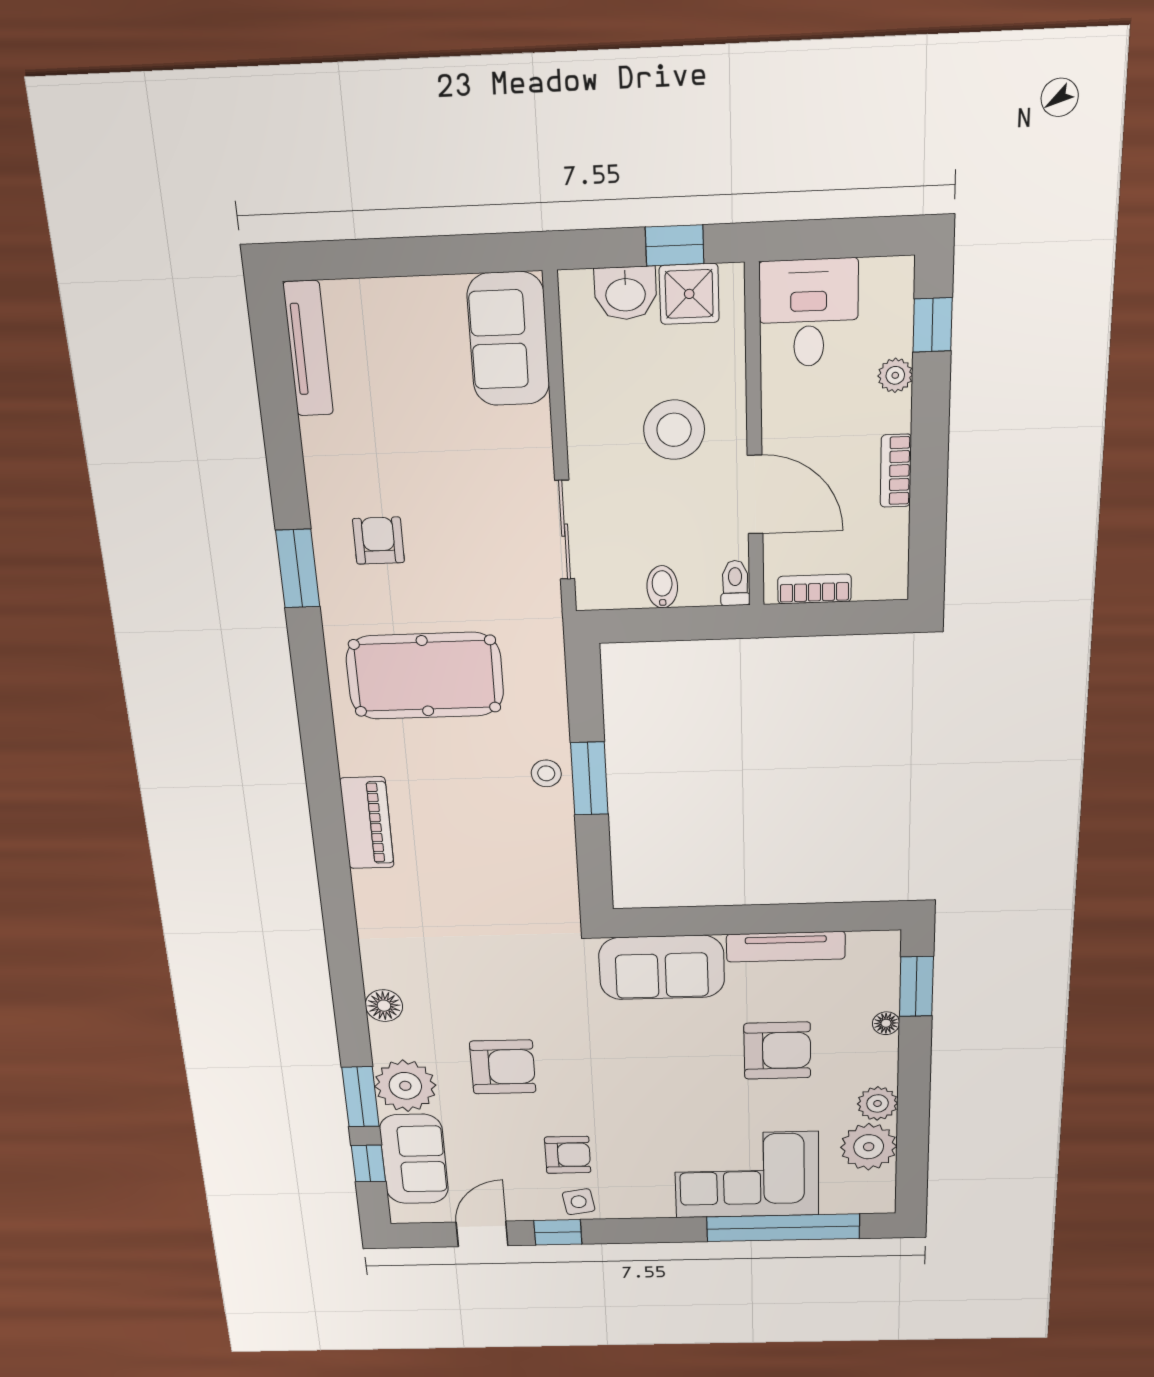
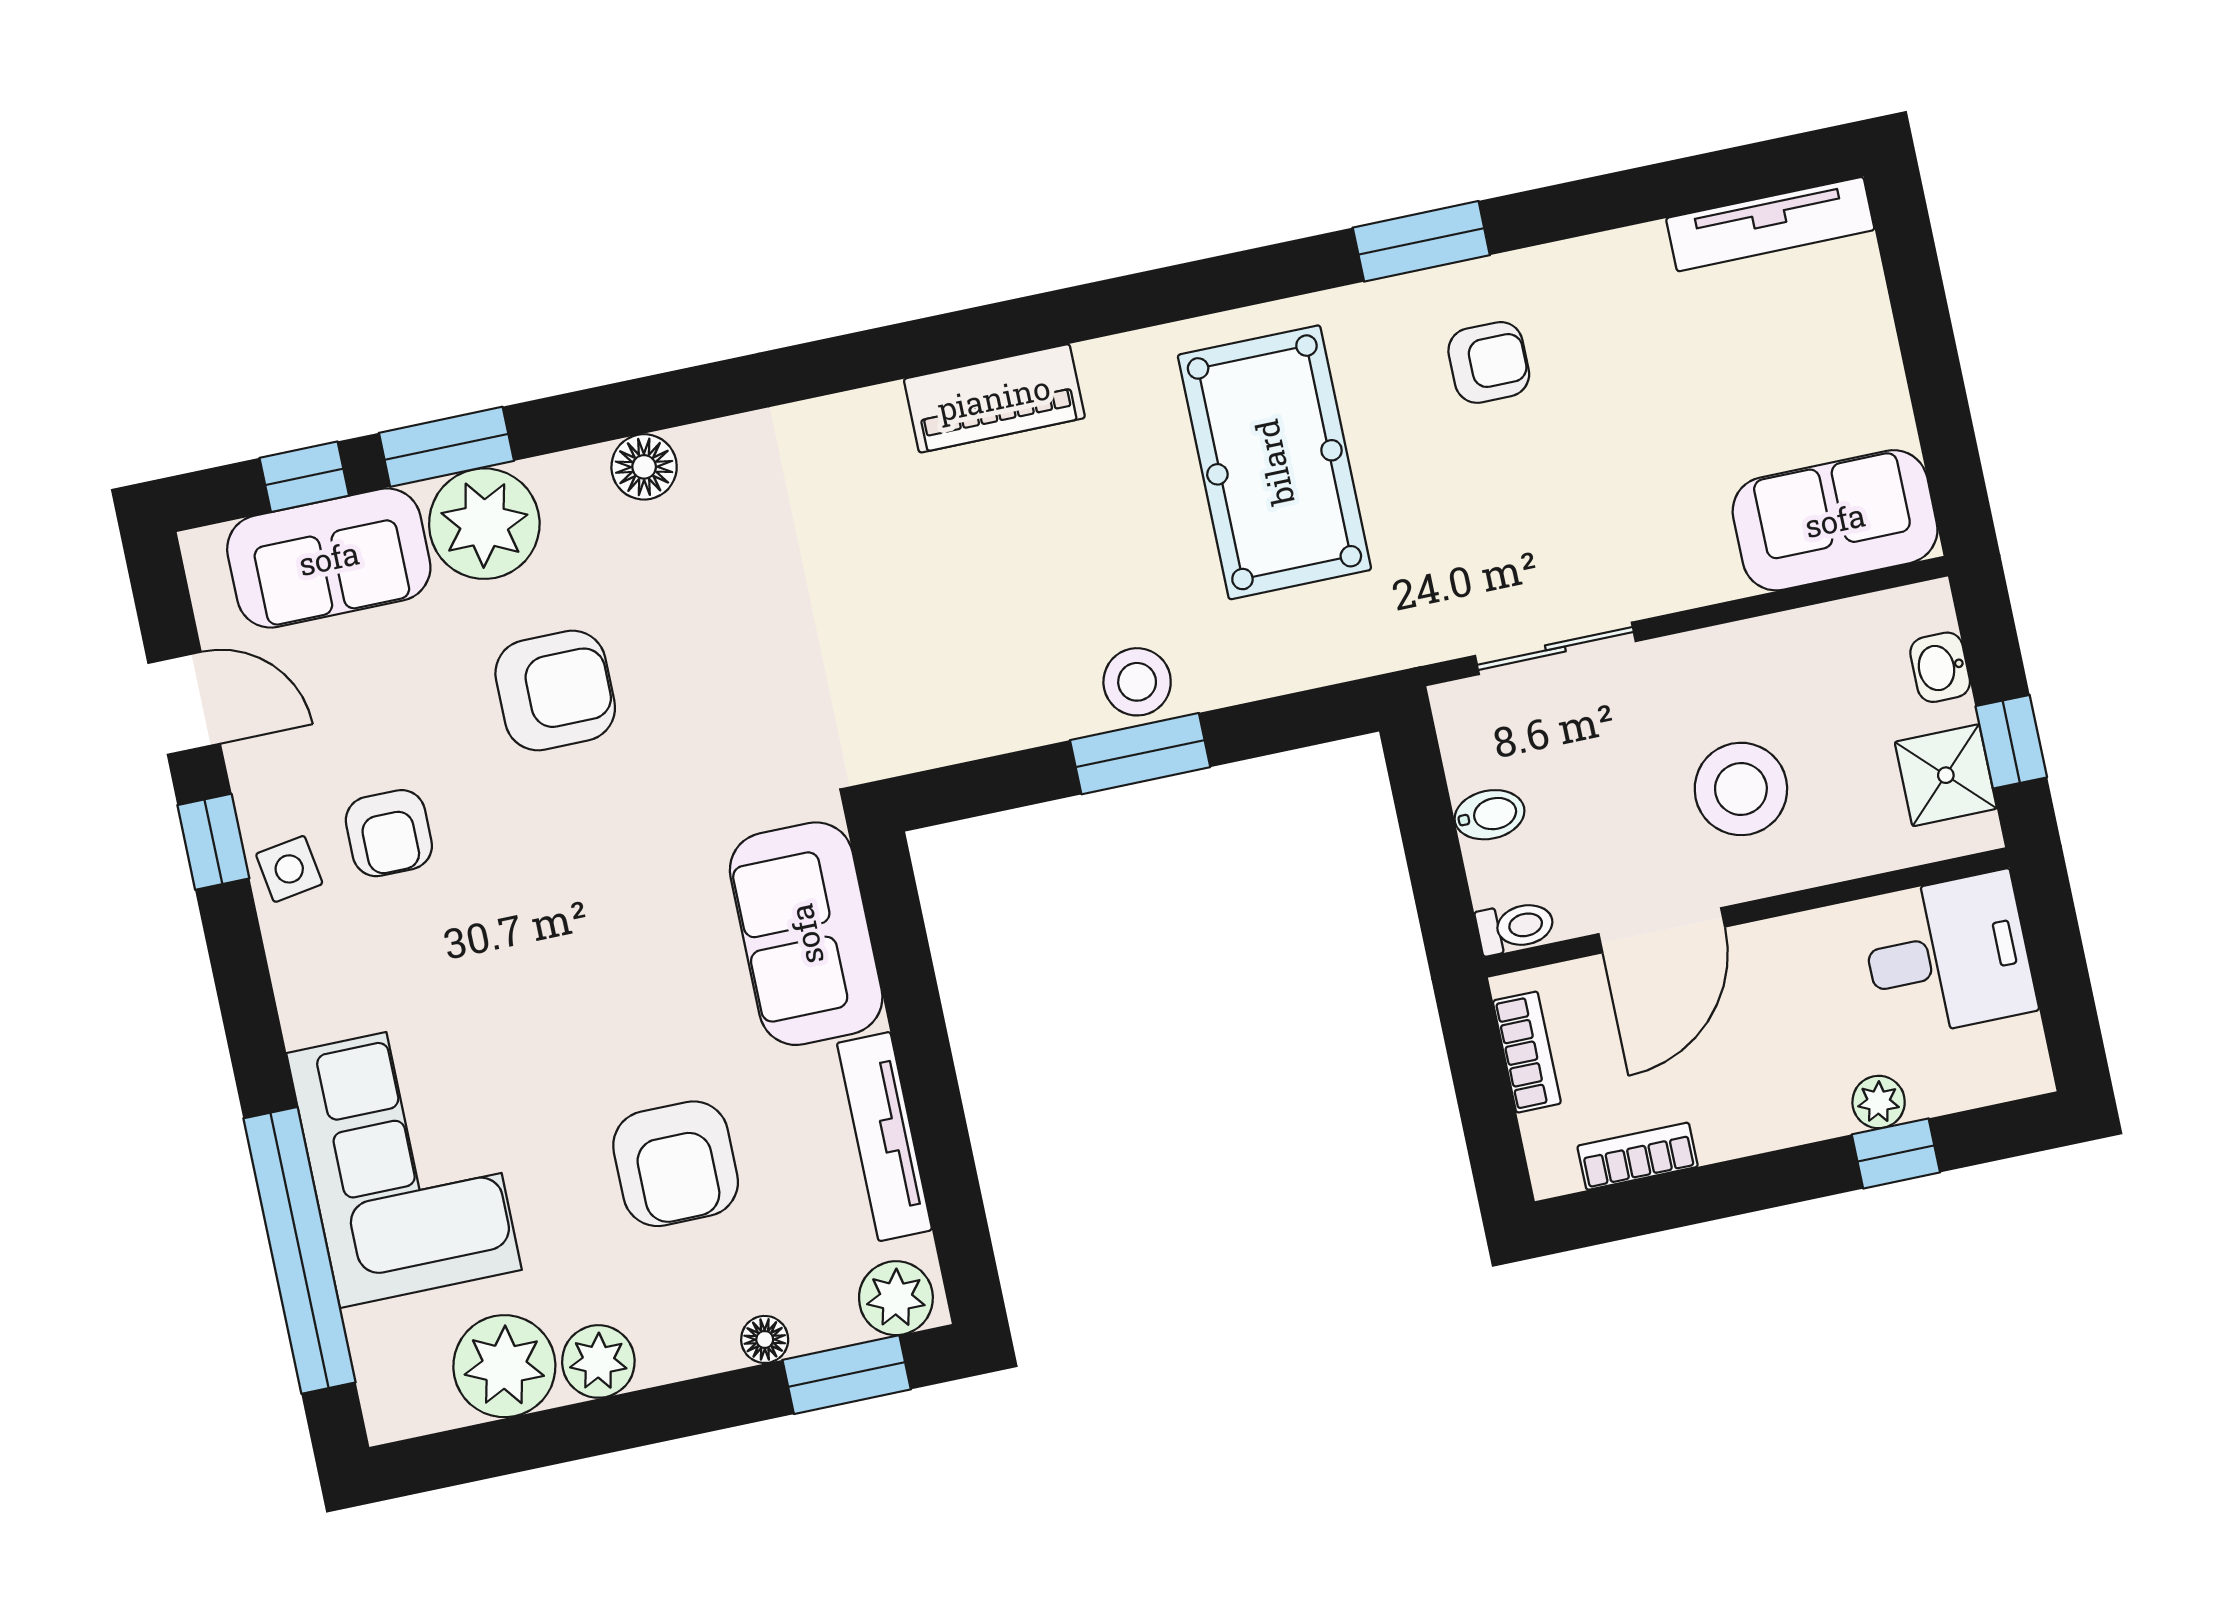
washbasin: (625, 293) -> (1940, 667), width x0.72, depth x0.69
window: (933, 325) -> (1896, 1153), moved
bookcase: (896, 471) -> (1638, 1156), moved
stool: (546, 773) -> (1137, 682), width x1.37, depth x1.37
plant: (879, 955) -> (896, 1298), added
armchair: (503, 1067) -> (555, 690), turned -90

